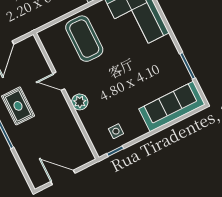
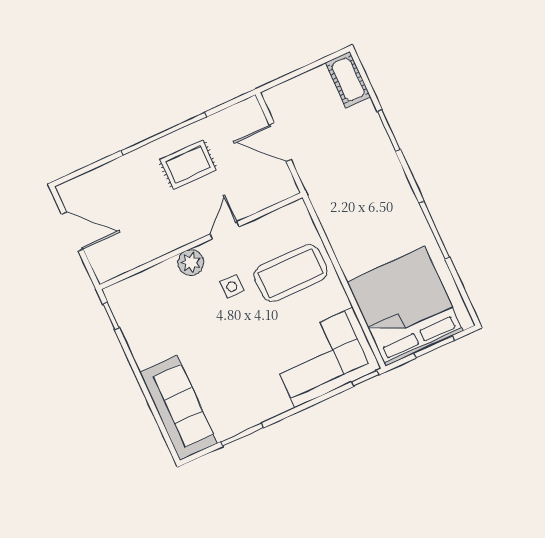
side table: (116, 131) -> (232, 286), moved
door: (63, 177) -> (72, 232), hinge flipped

